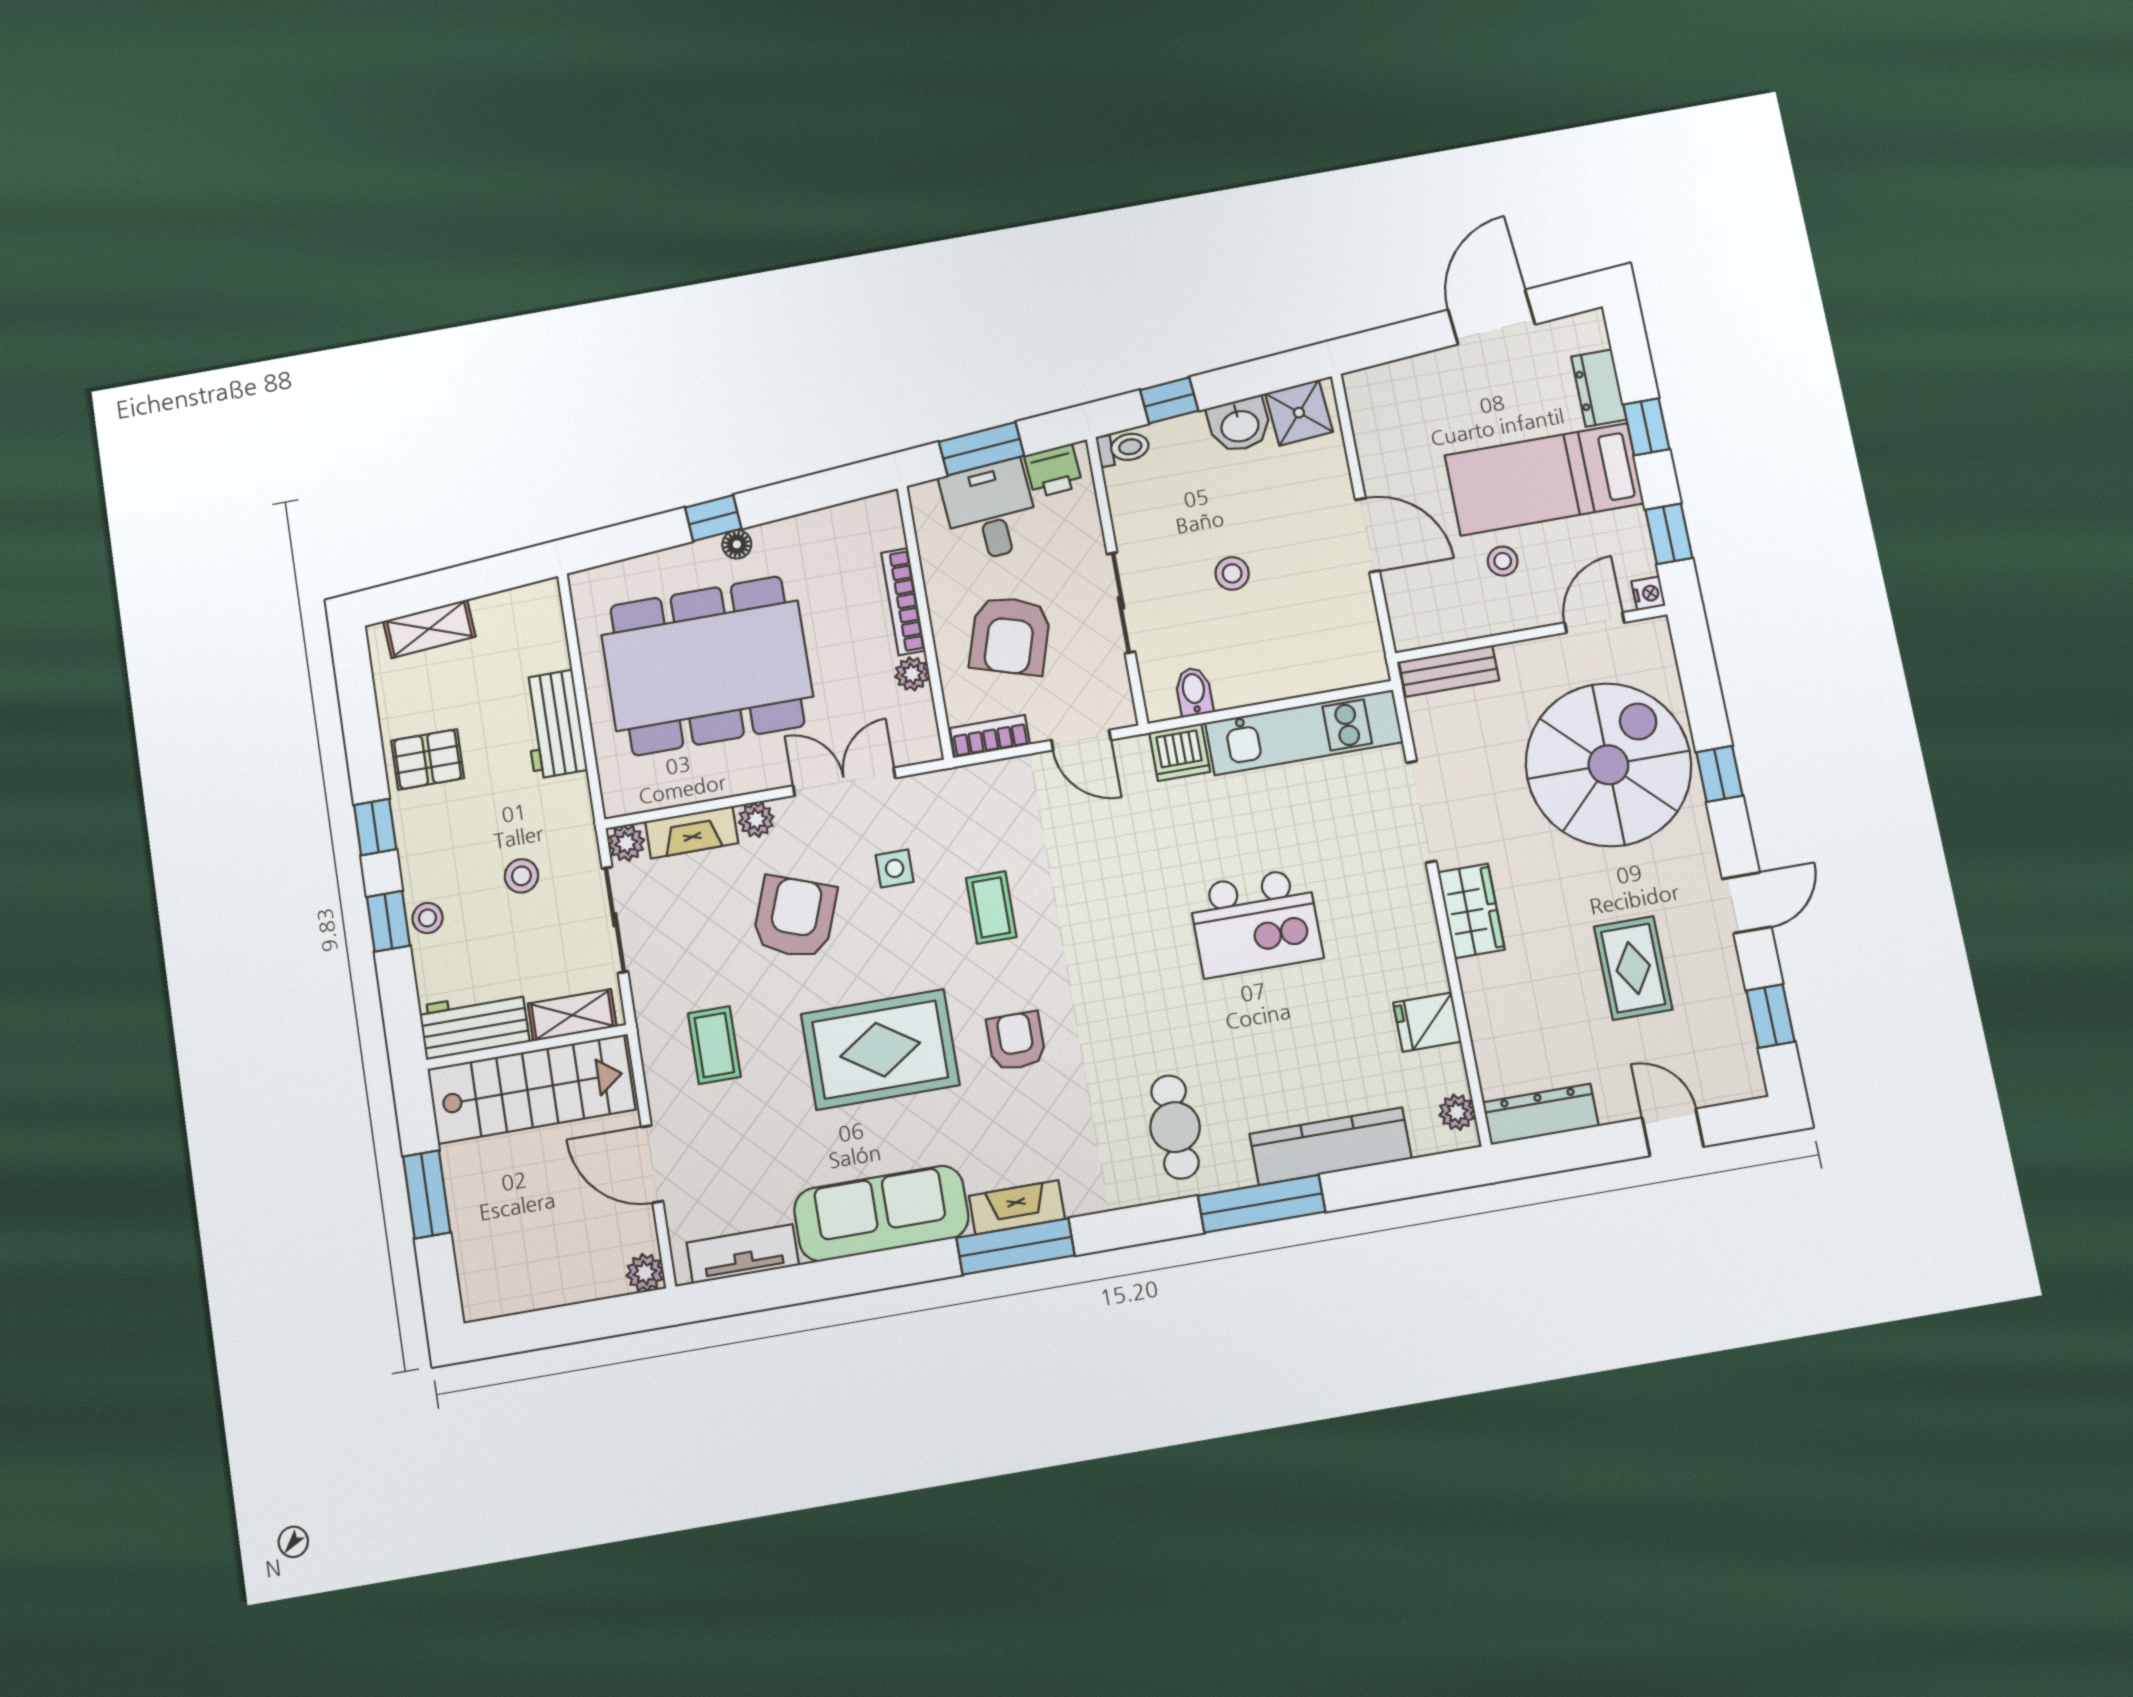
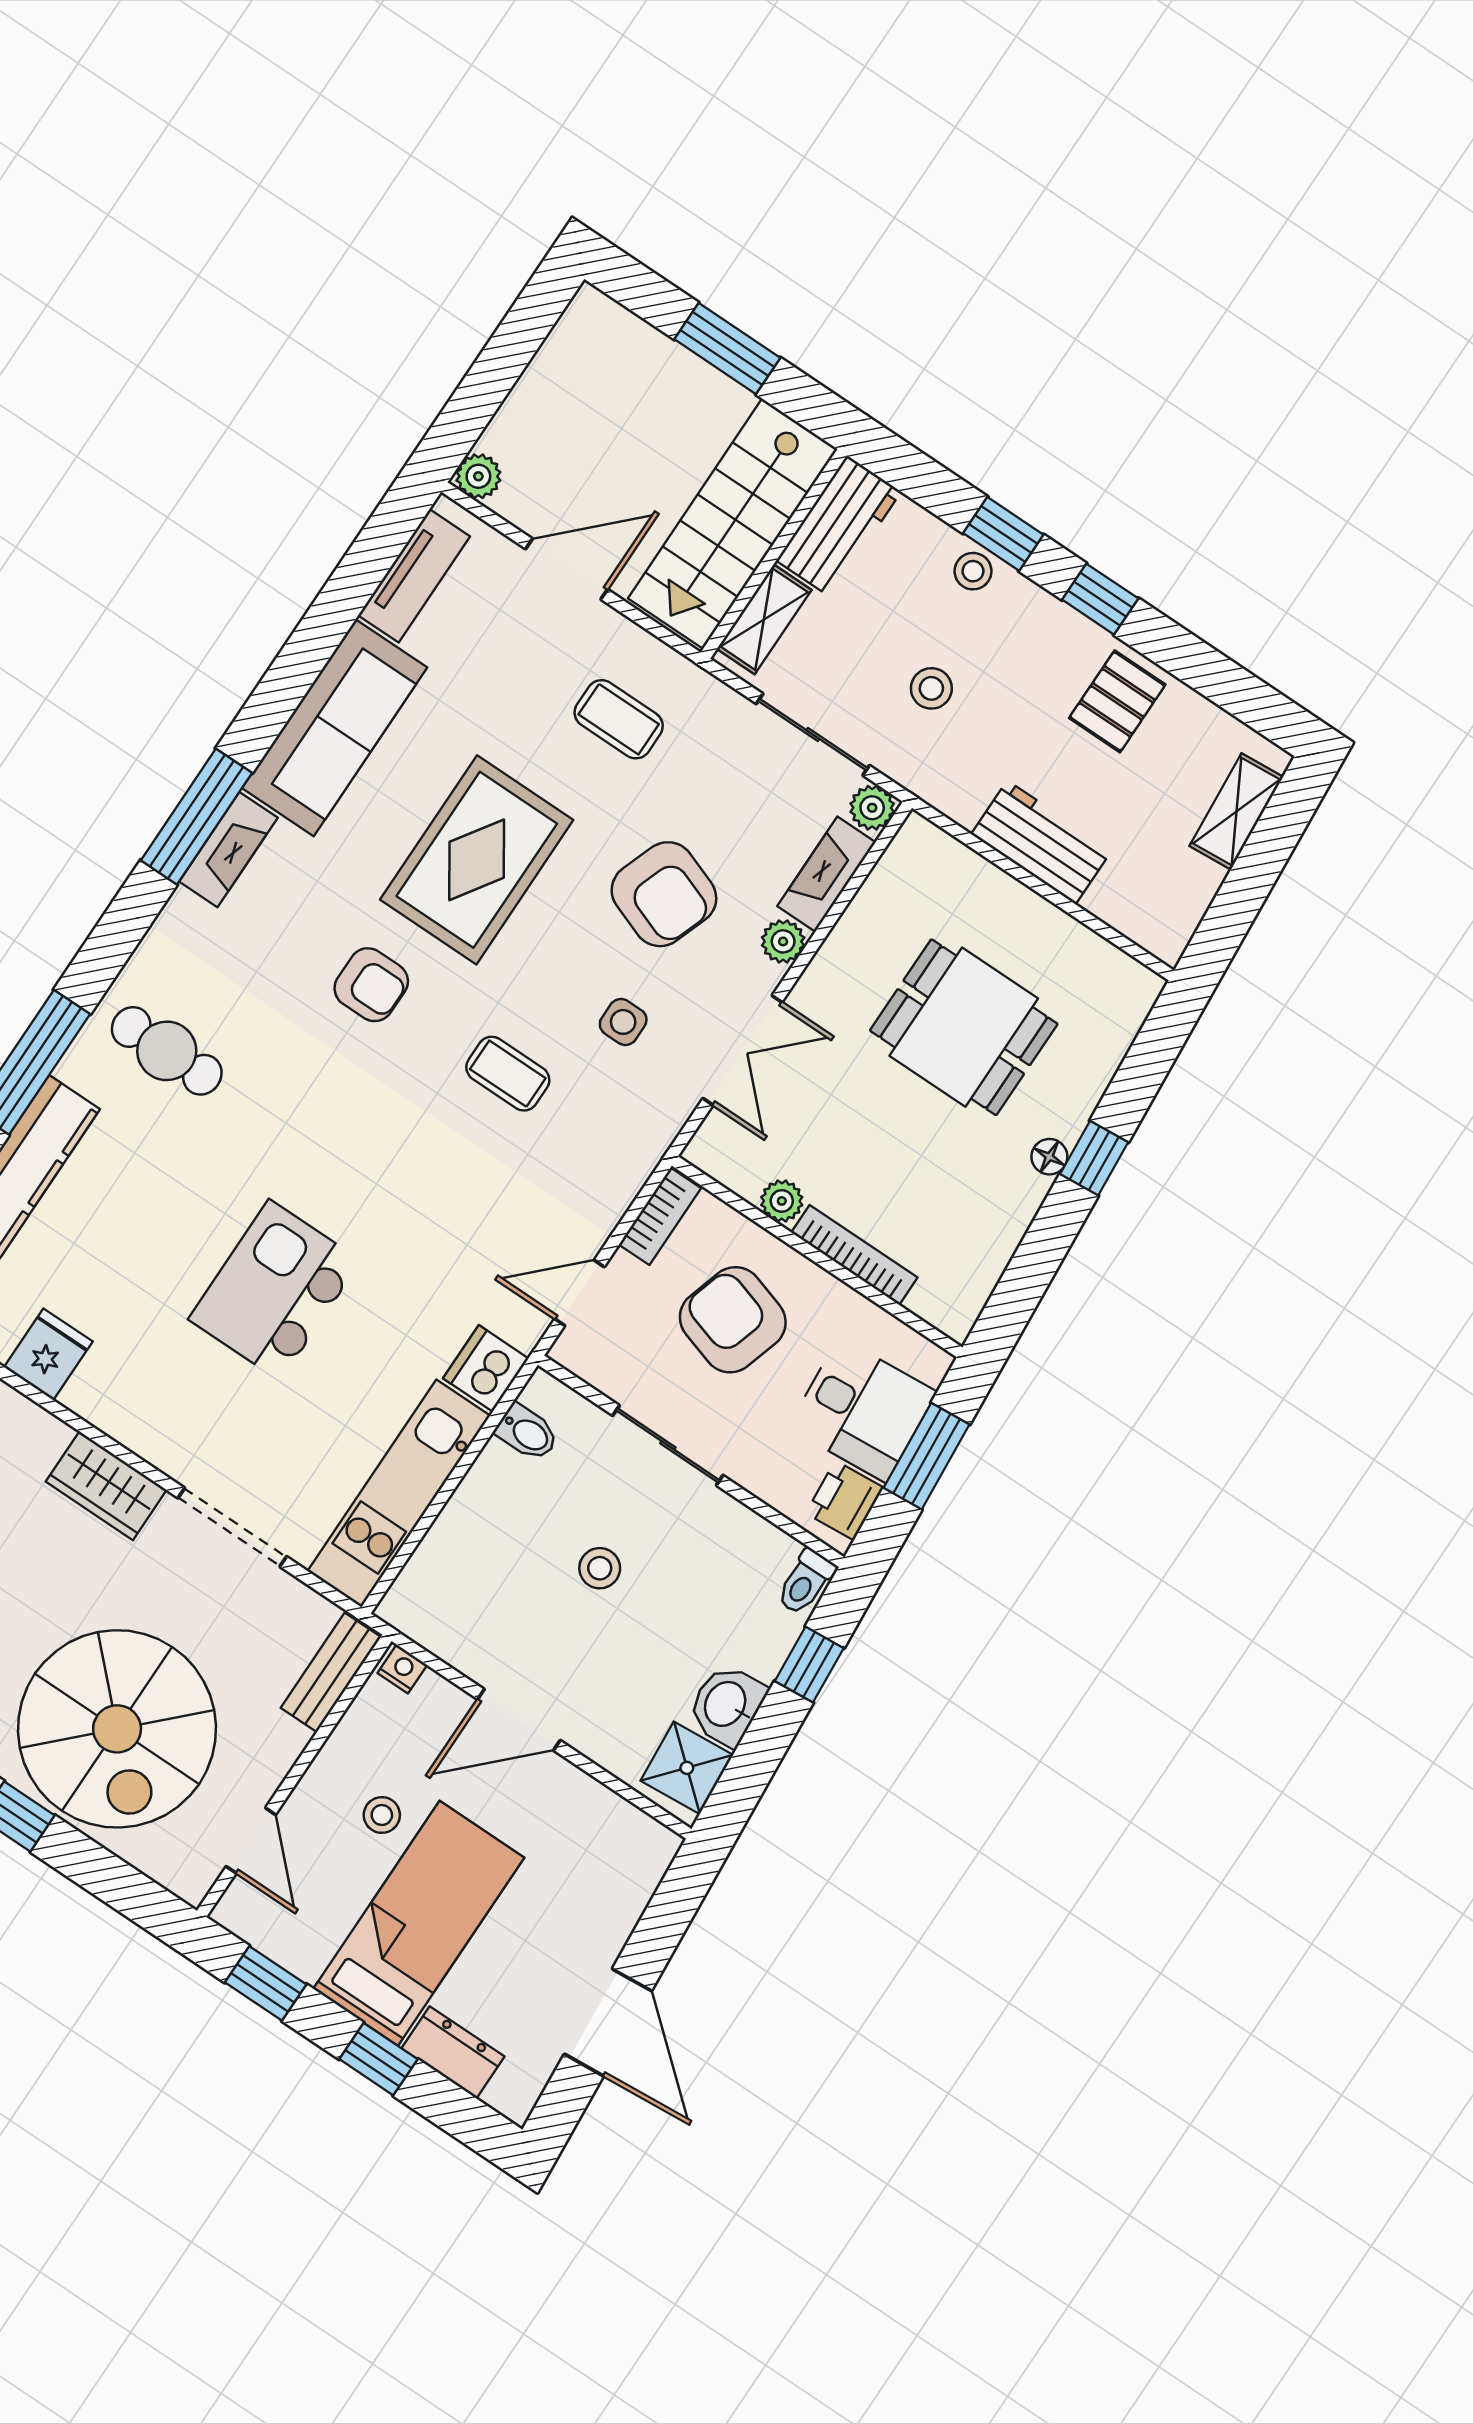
nightstand: (1648, 593) -> (402, 1669), moved, turned 180
dining table: (707, 666) -> (964, 1027), width x0.53, depth x0.80

